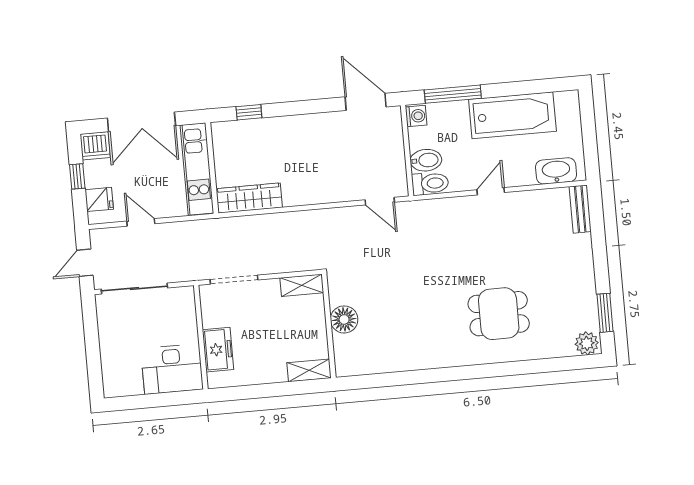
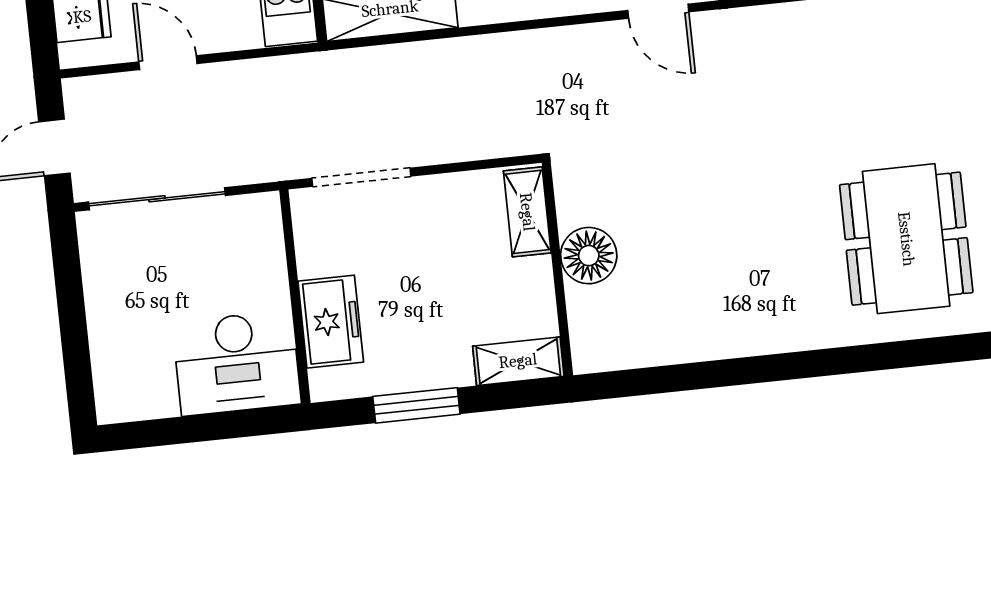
shelving: (302, 285) -> (527, 212), moved, turned 90
dining table: (499, 314) -> (906, 239), width x1.38
window: (259, 391) -> (416, 405), added

